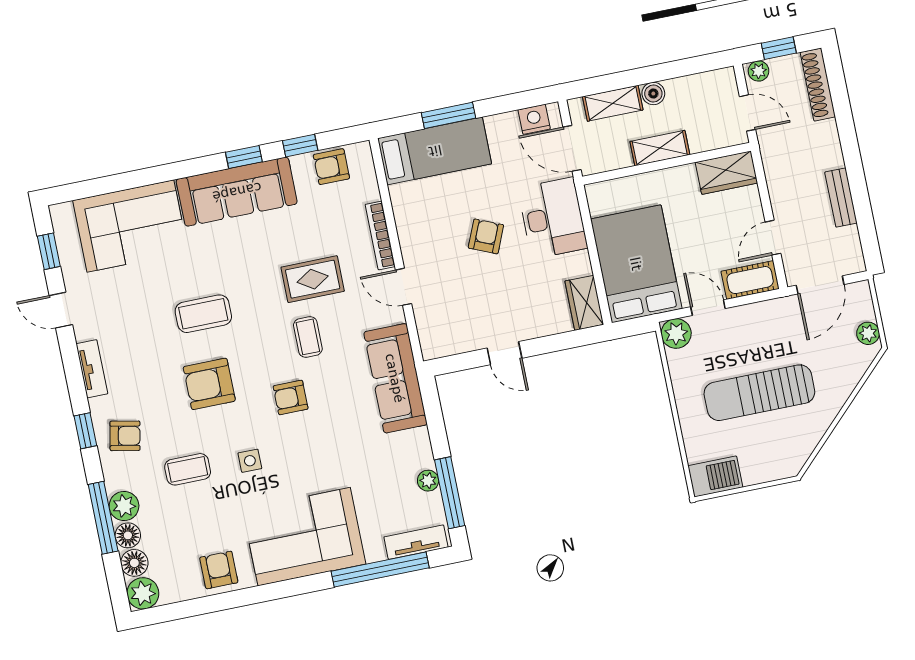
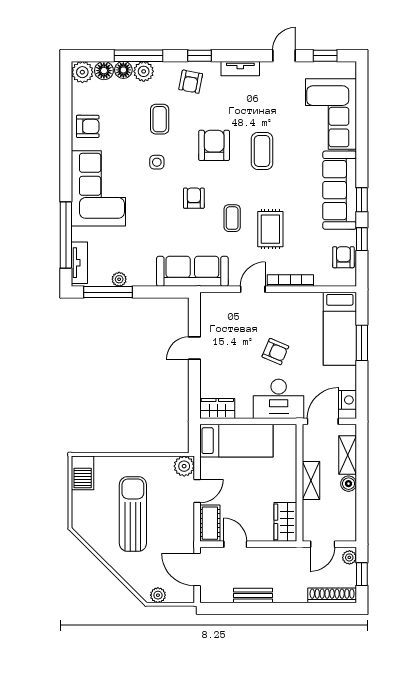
bed: (636, 264) -> (236, 441), width x0.67
coffee table: (308, 337) -> (232, 218), turned 90

